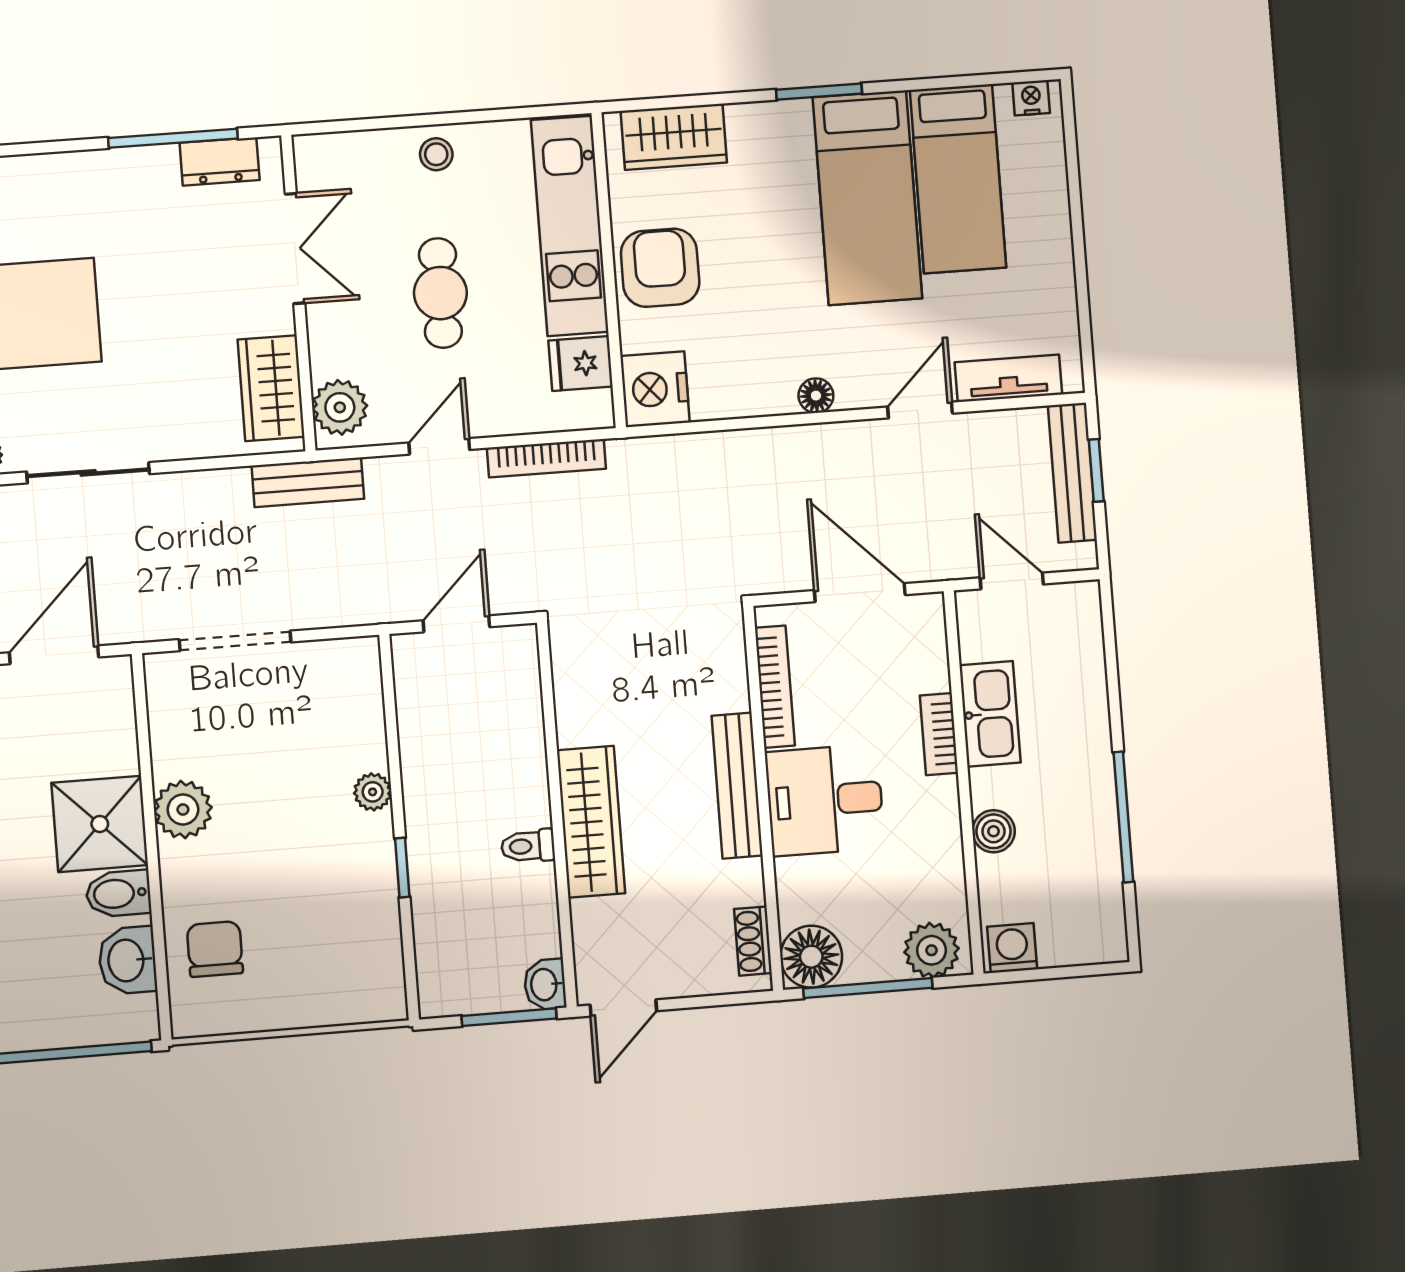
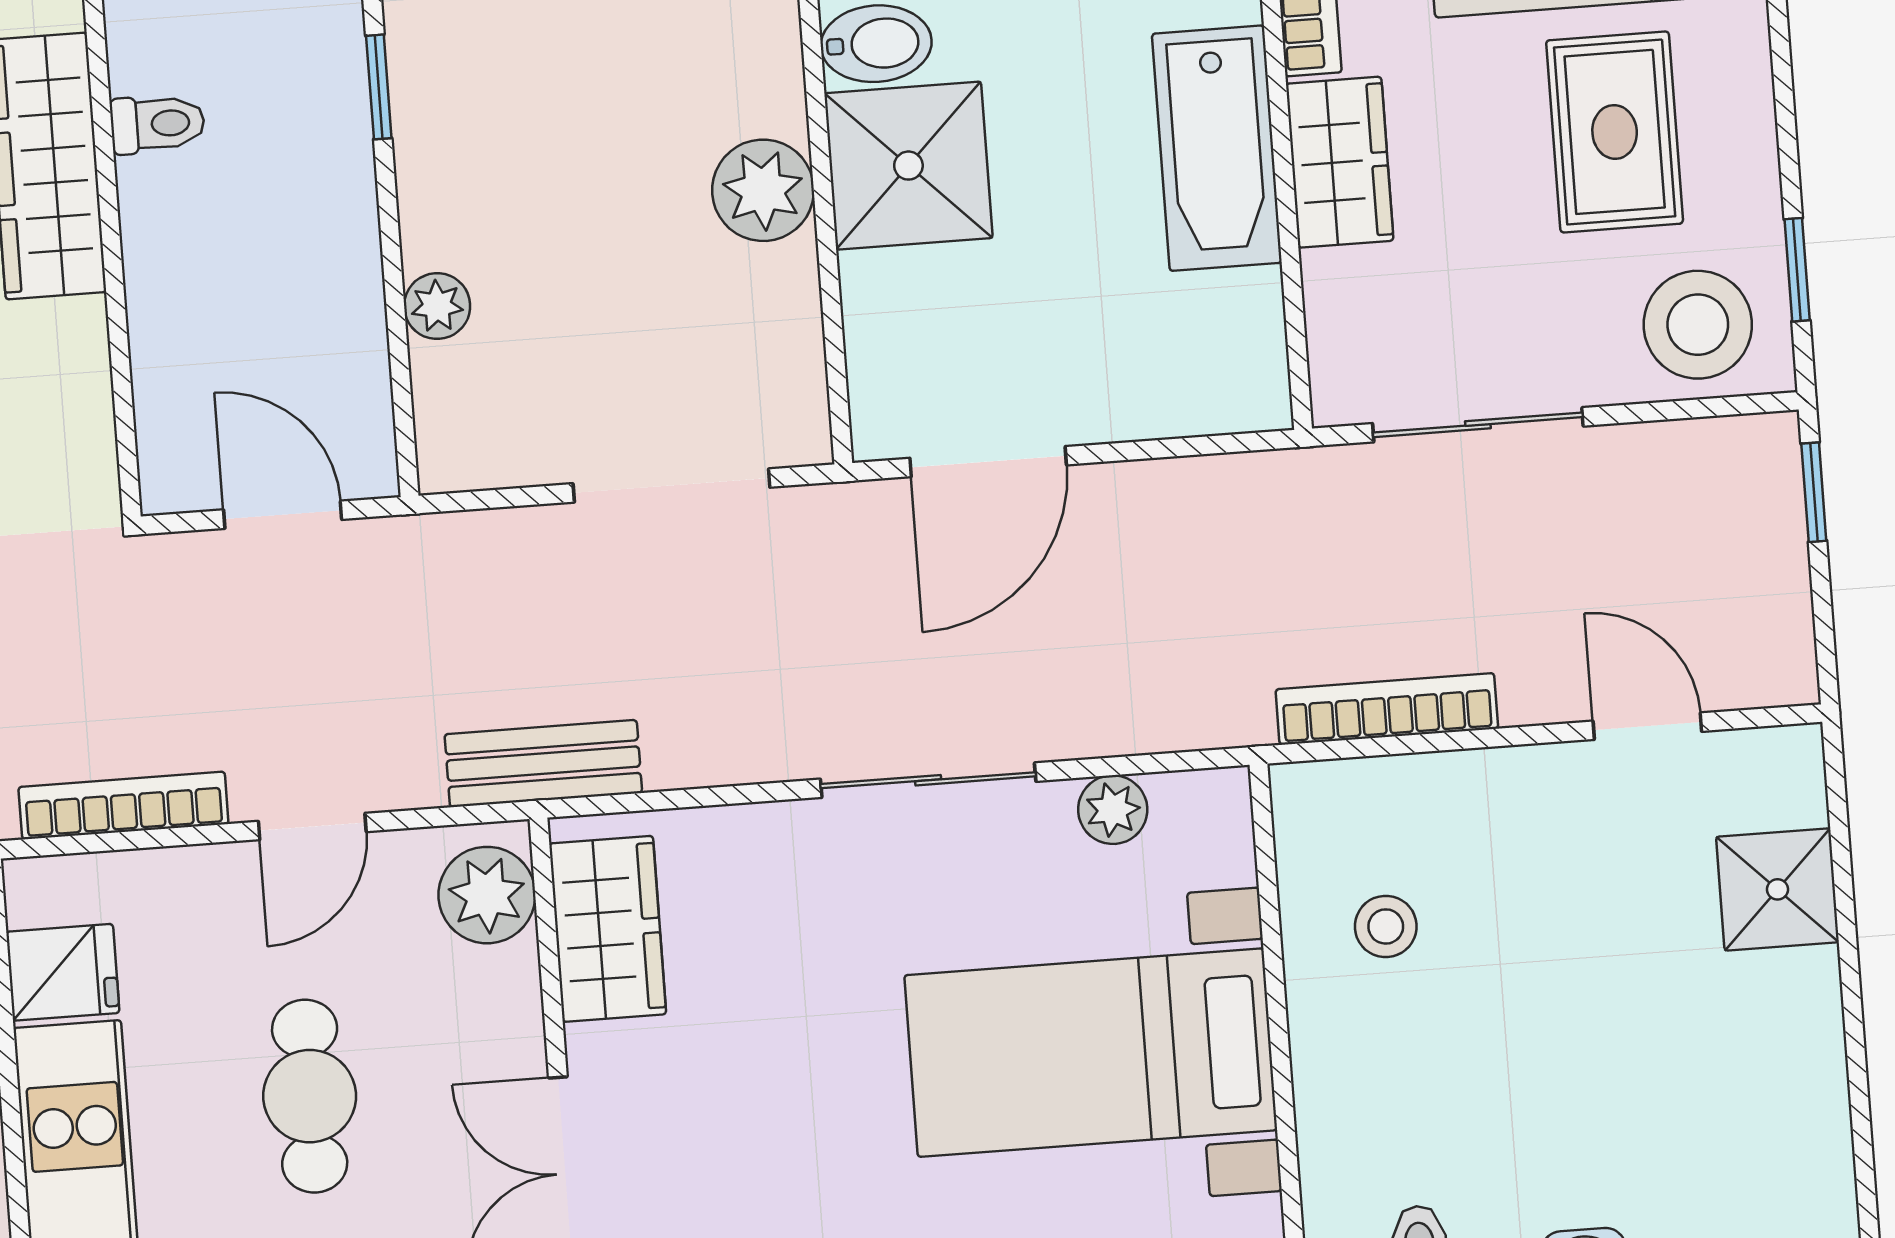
door: (456, 624) -> (283, 515), swing flipped
plant: (373, 792) -> (437, 306), moved

